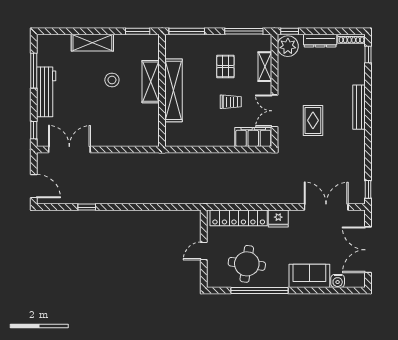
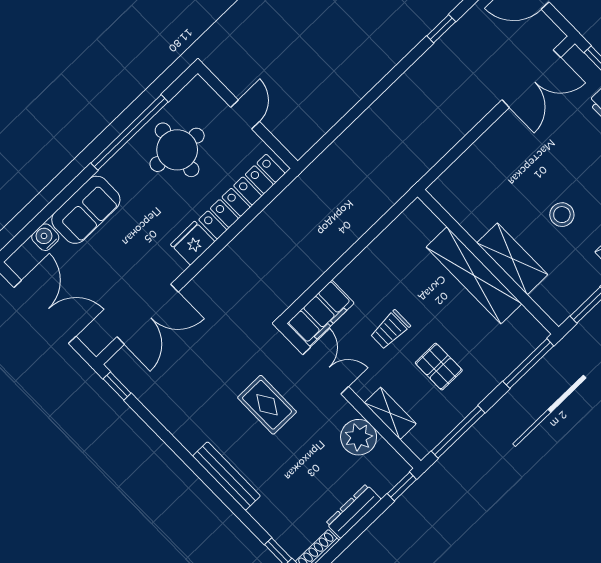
plant: (288, 46) -> (359, 437), moved

